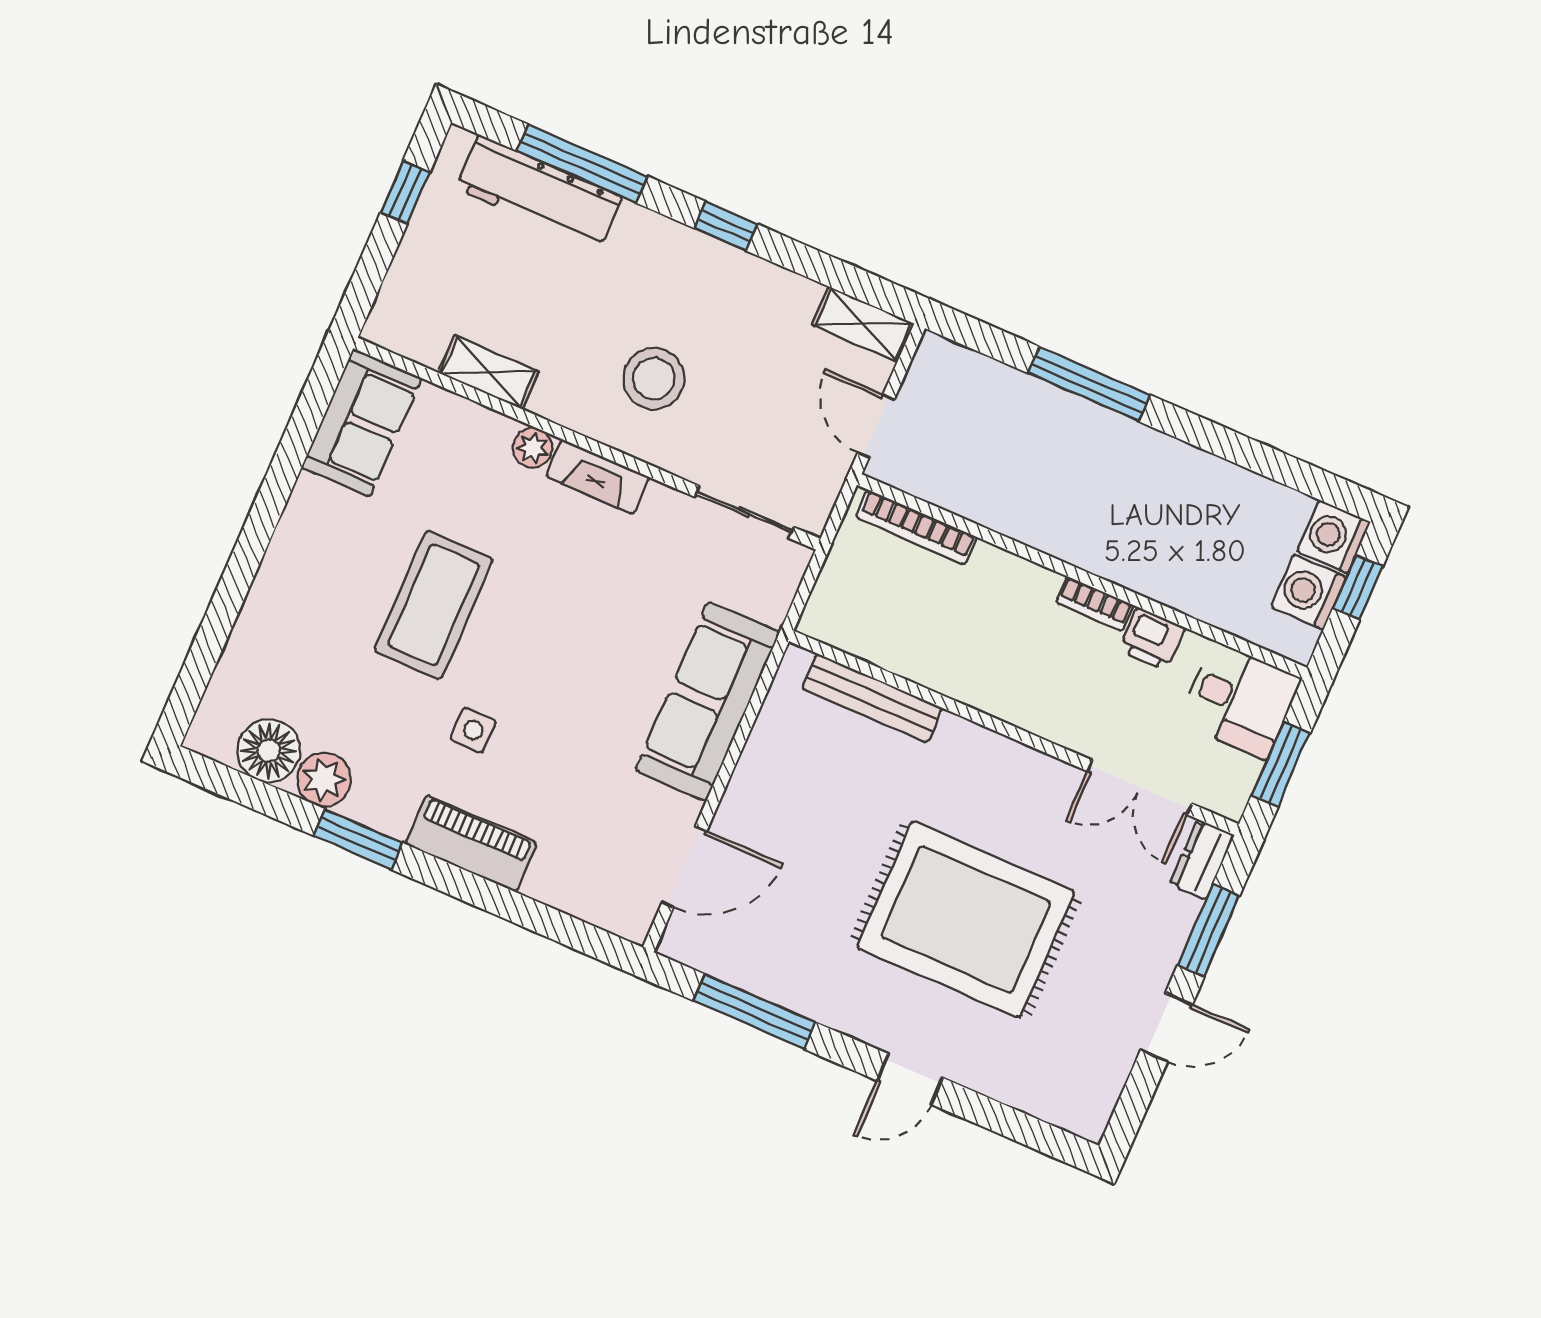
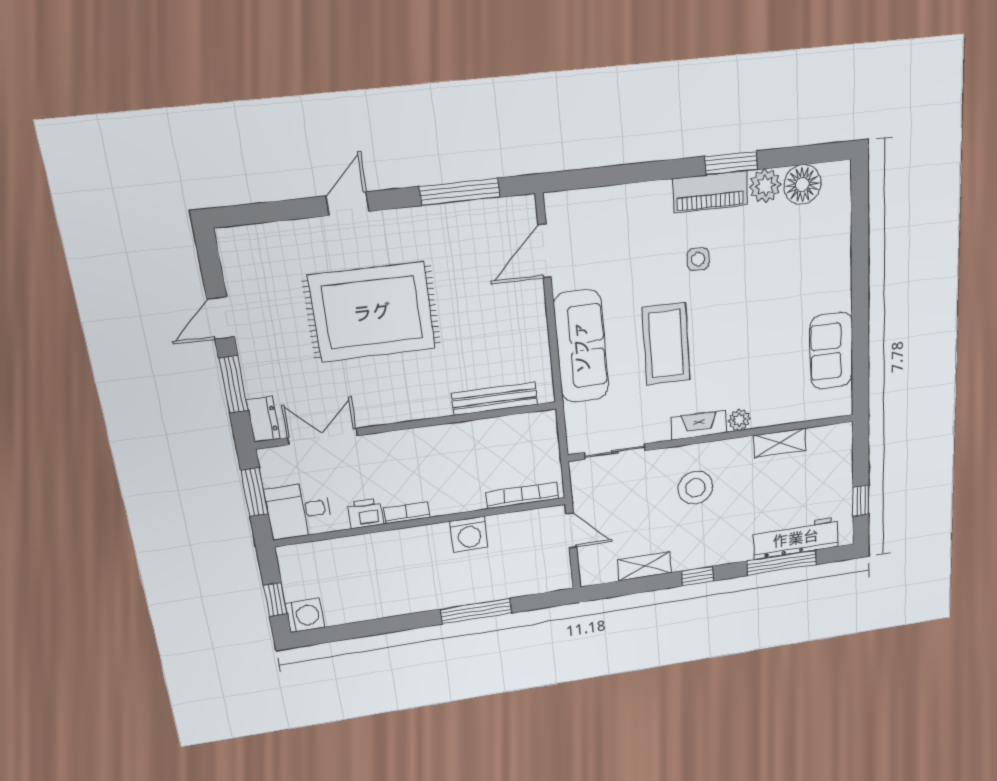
shelving: (863, 324) -> (644, 566), moved
sofa: (361, 423) -> (831, 351), moved
washing machine: (1309, 592) -> (469, 534), moved, turned 90
coffee table: (434, 605) -> (666, 344), moved
piano: (471, 843) -> (710, 192), moved

